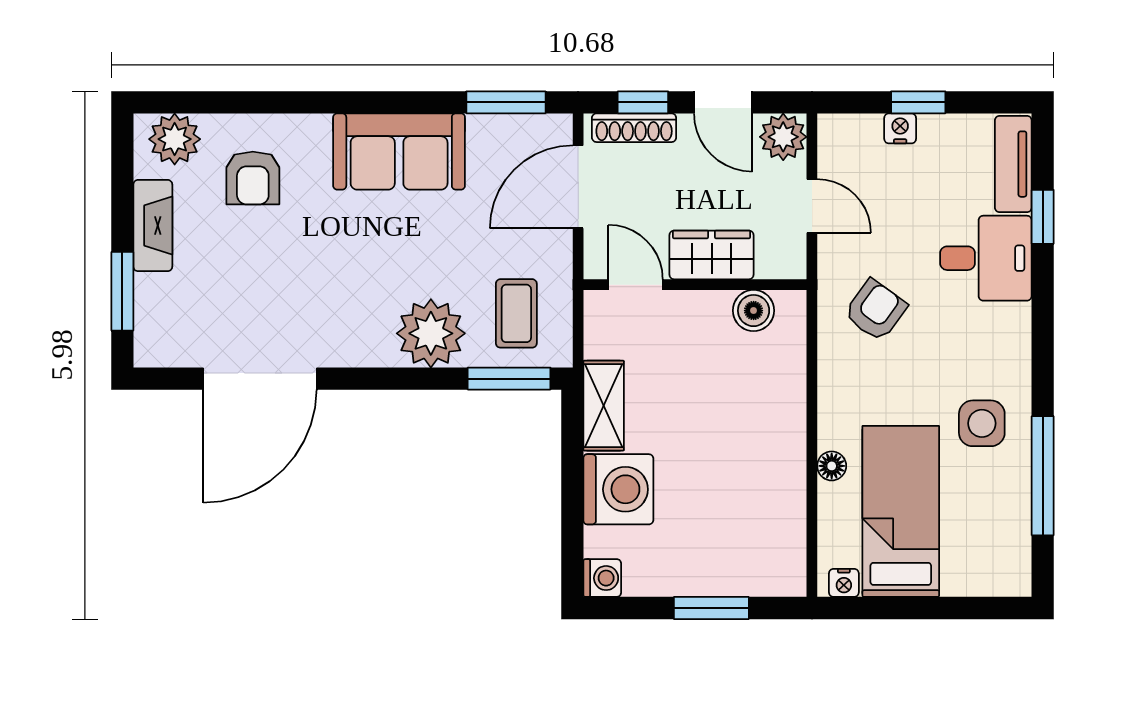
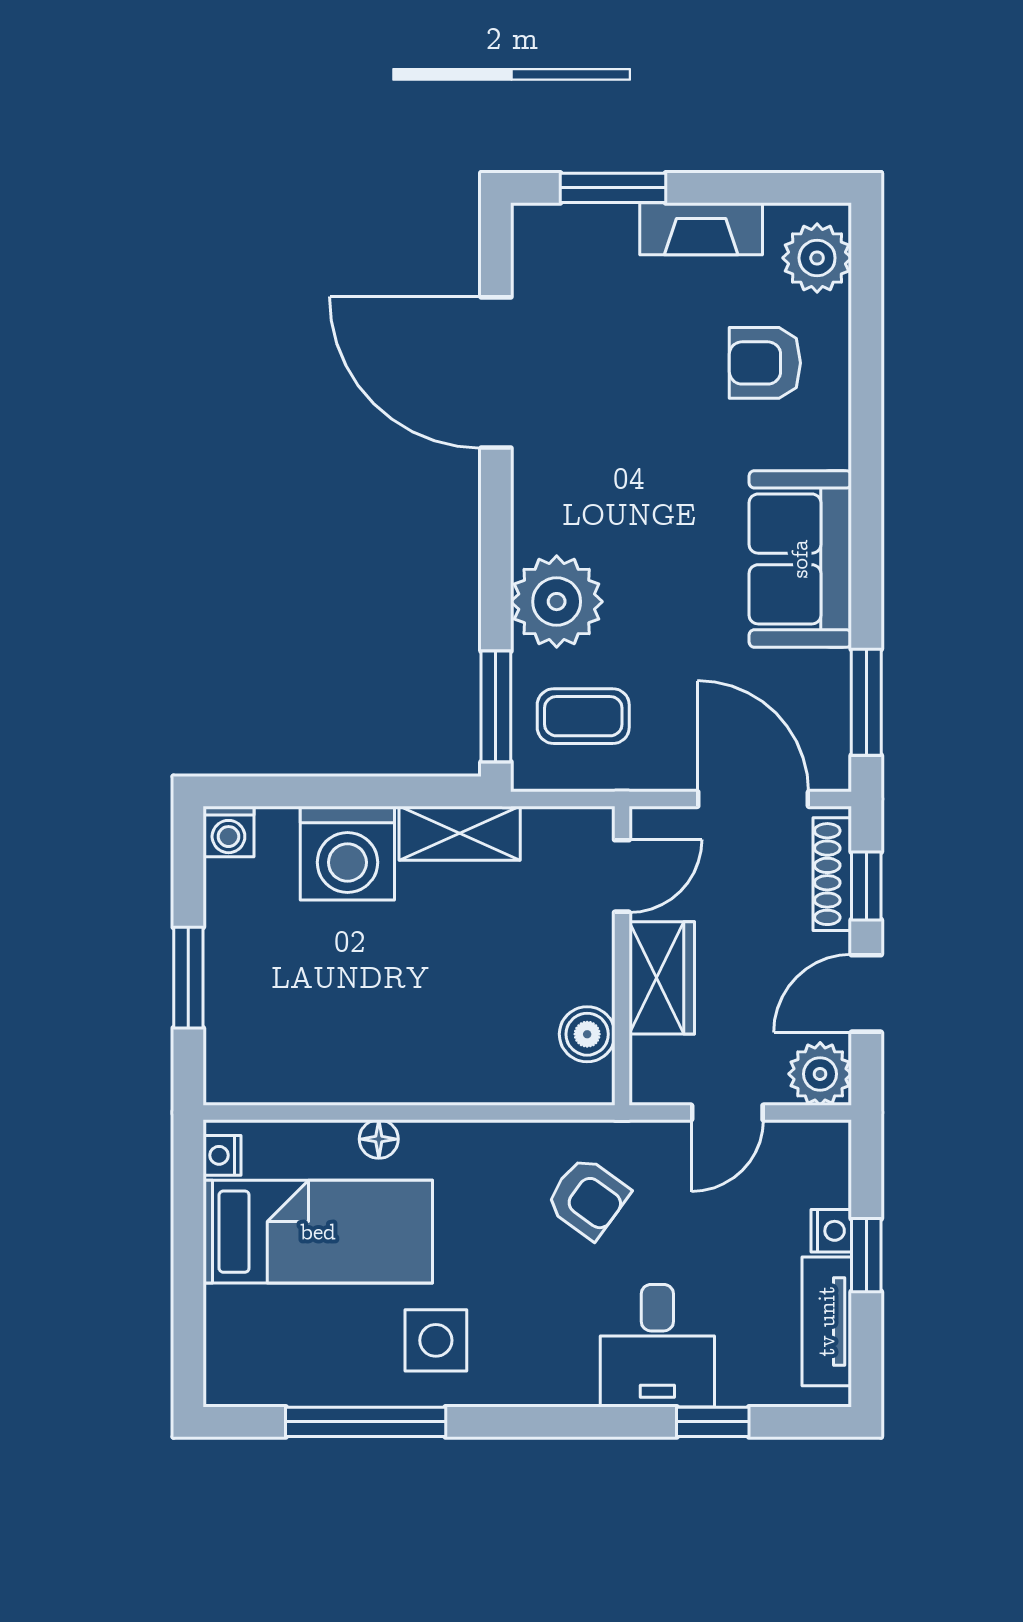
tv unit: (1013, 164) -> (827, 1321), moved, turned -90

